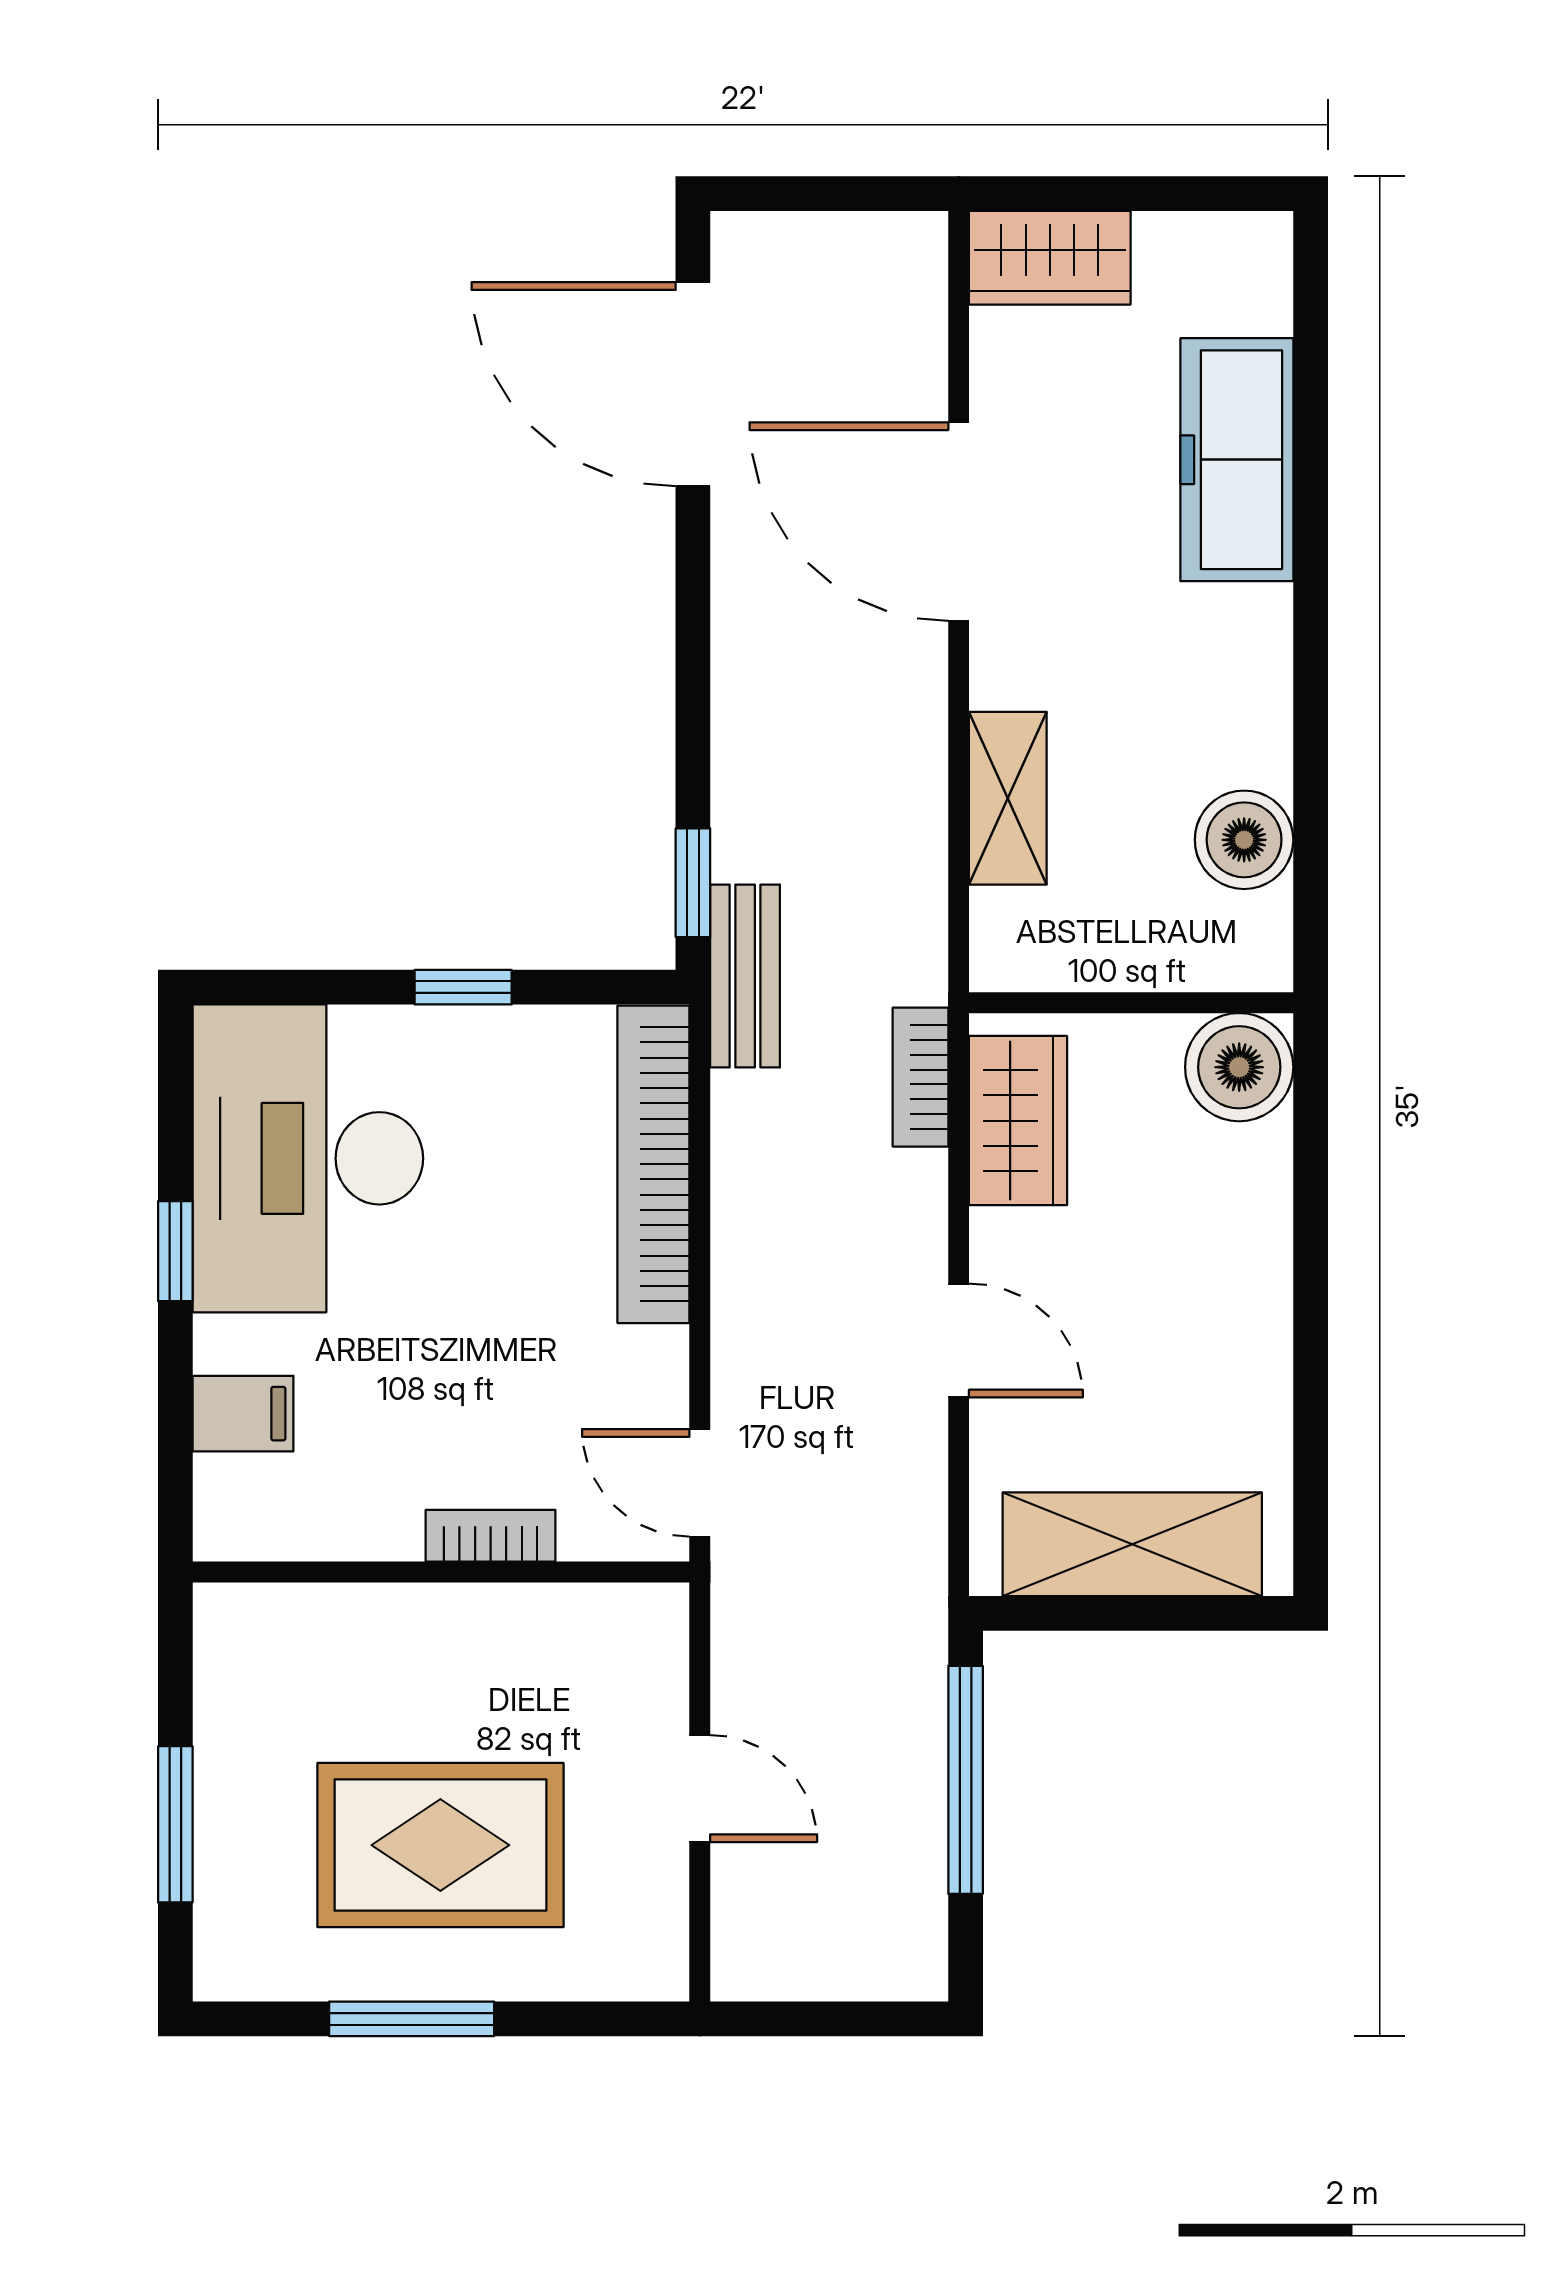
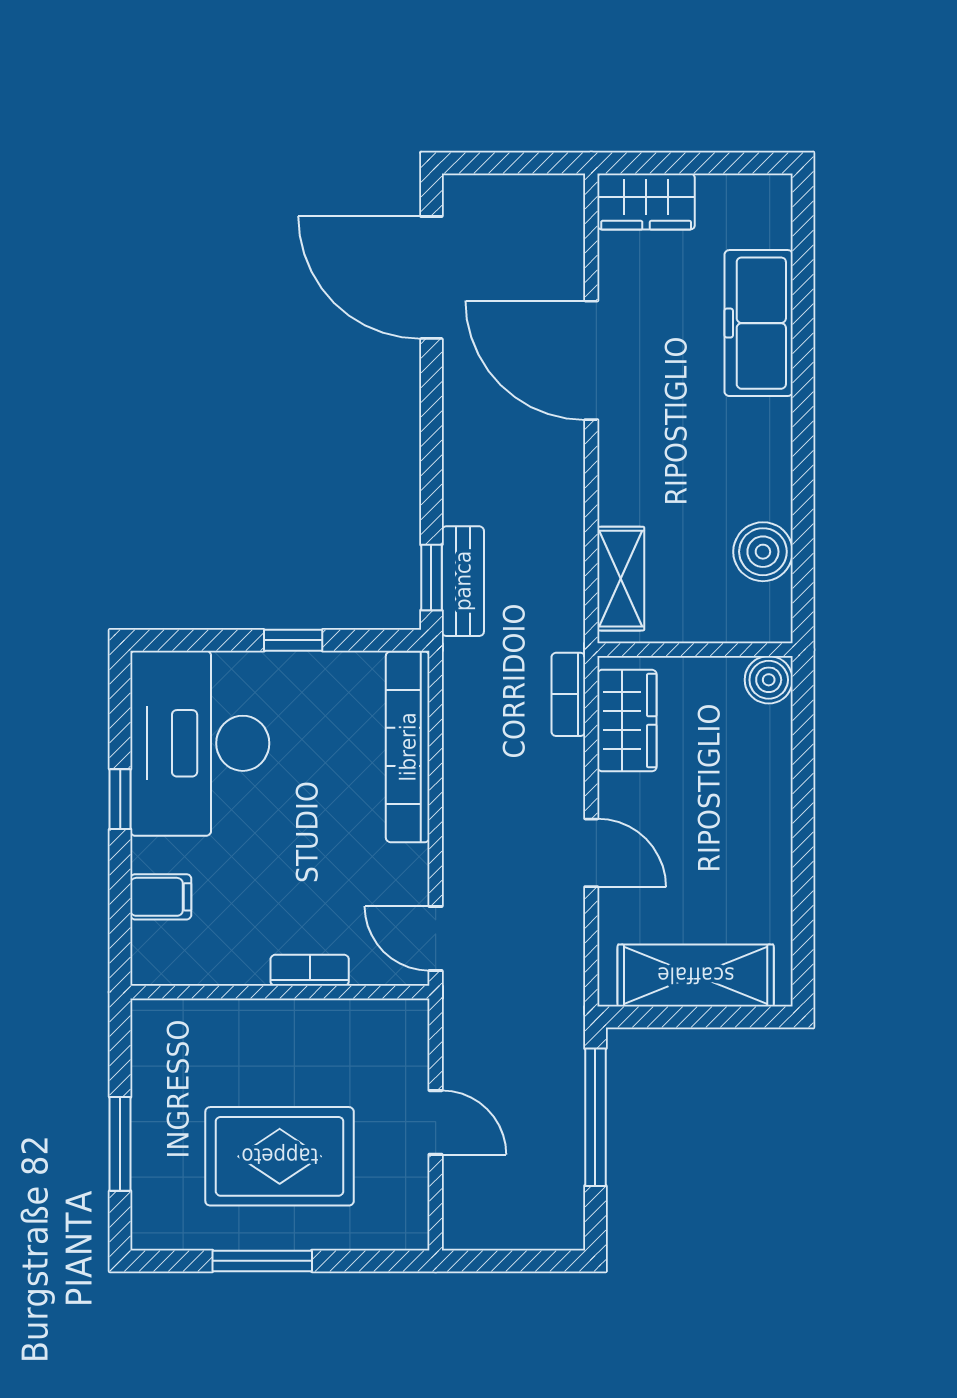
shelving: (1008, 798) -> (621, 579), moved
bench: (745, 976) -> (463, 581), moved
boiler: (1239, 1067) -> (769, 680), width x0.73, depth x0.73

